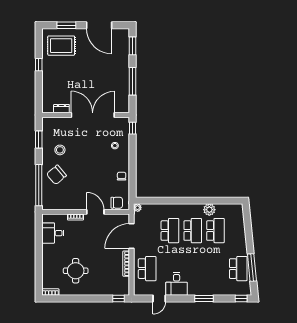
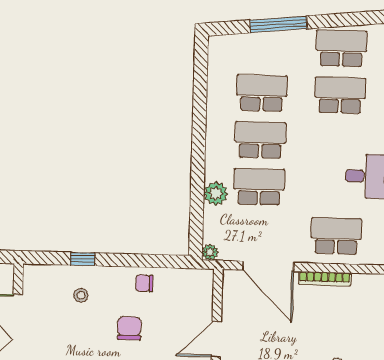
window: (133, 128) -> (83, 259), moved
chair: (117, 203) -> (129, 328), moved
plant: (209, 210) -> (216, 194), moved
window: (252, 268) -> (278, 24), moved
school desk: (215, 269) -> (340, 95), added

